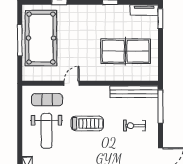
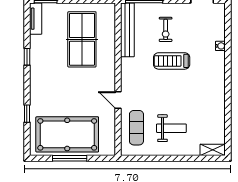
treadmill: (87, 123) -> (172, 61), moved, turned -90
weight bench: (46, 131) -> (171, 128), width x0.73, depth x0.75

